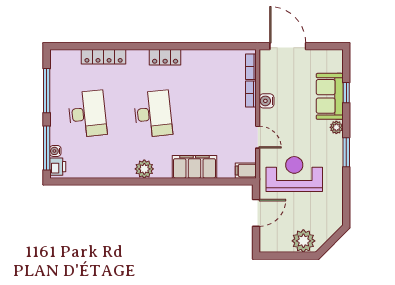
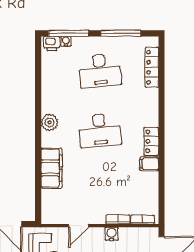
locker: (104, 57) -> (152, 67), moved
filing cabinet: (246, 171) -> (149, 164), moved, turned -90

